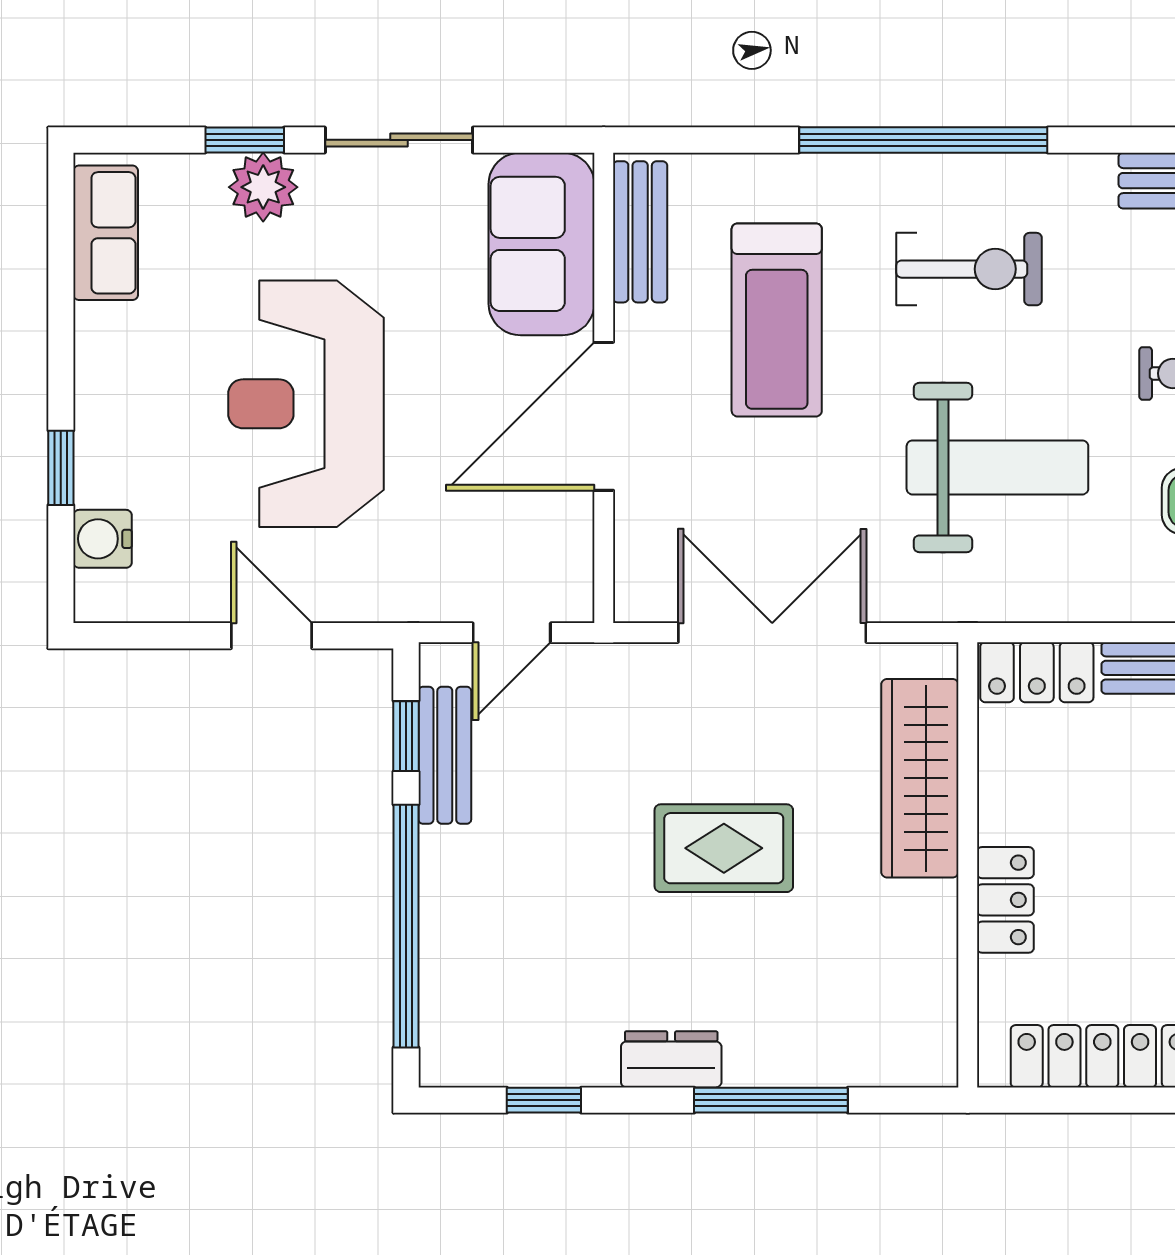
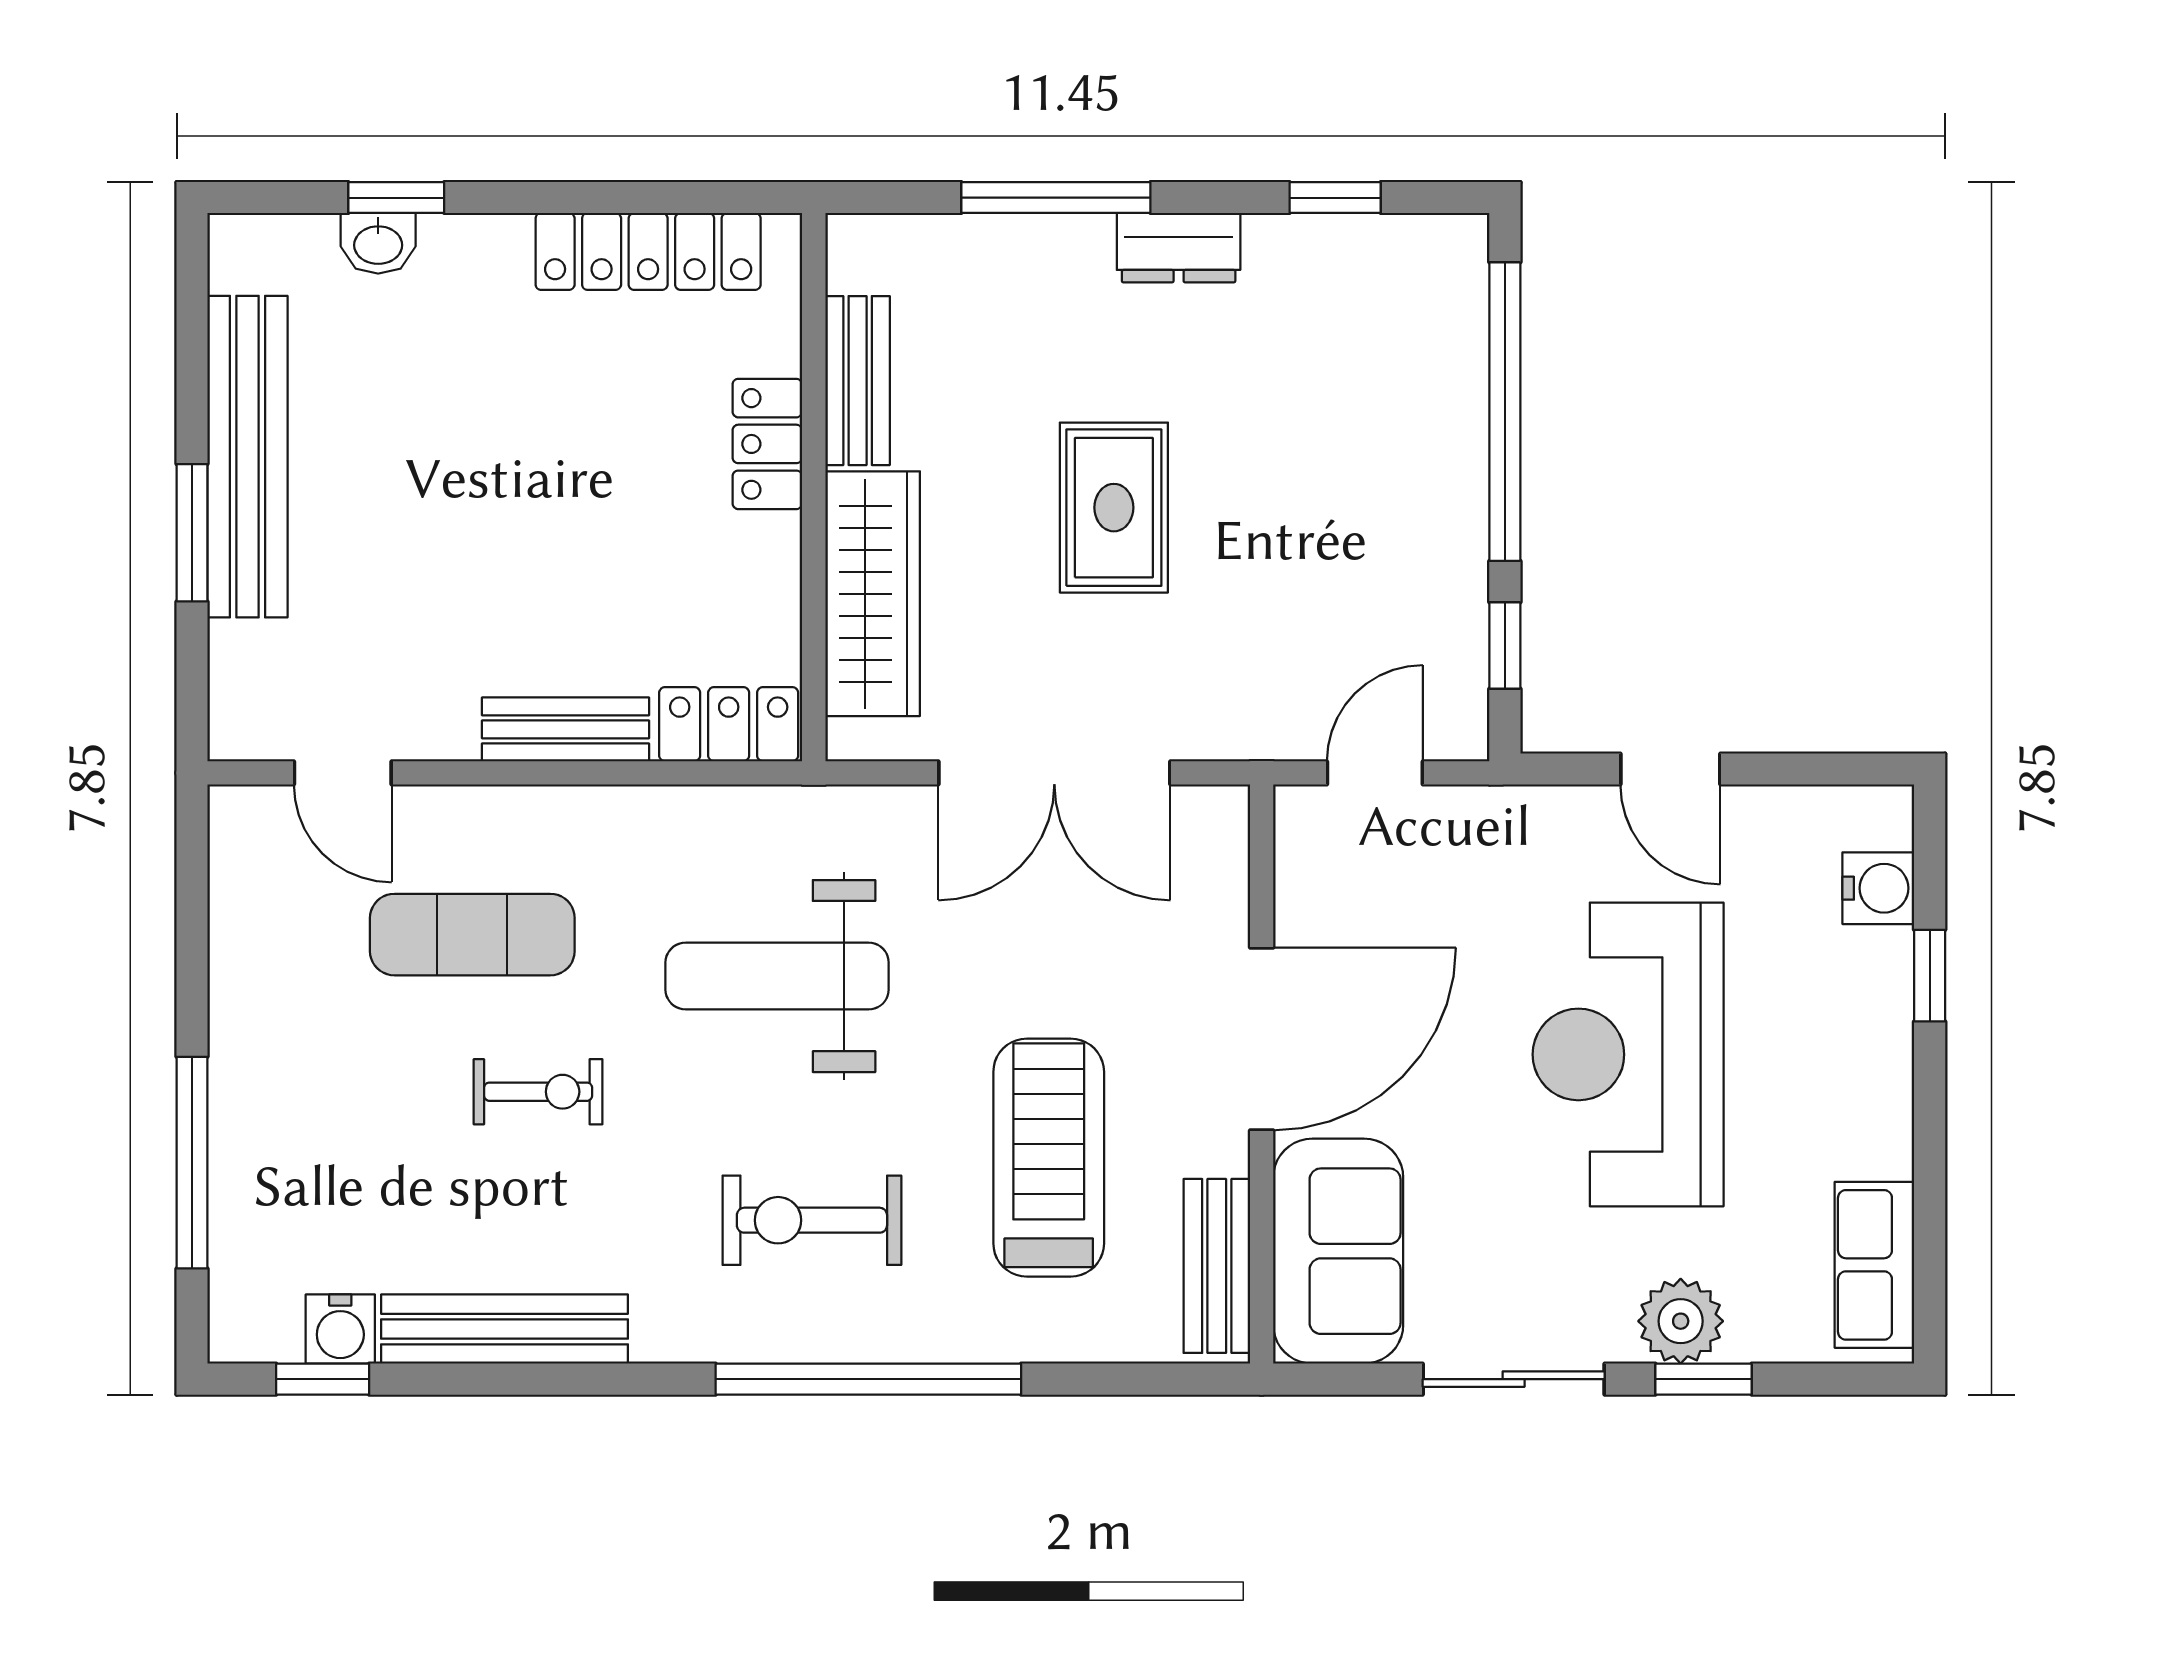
reception desk: (306, 404) -> (1628, 1054), turned 180
bench: (445, 755) -> (858, 381), moved
rug: (724, 848) -> (1114, 508), turned 90

